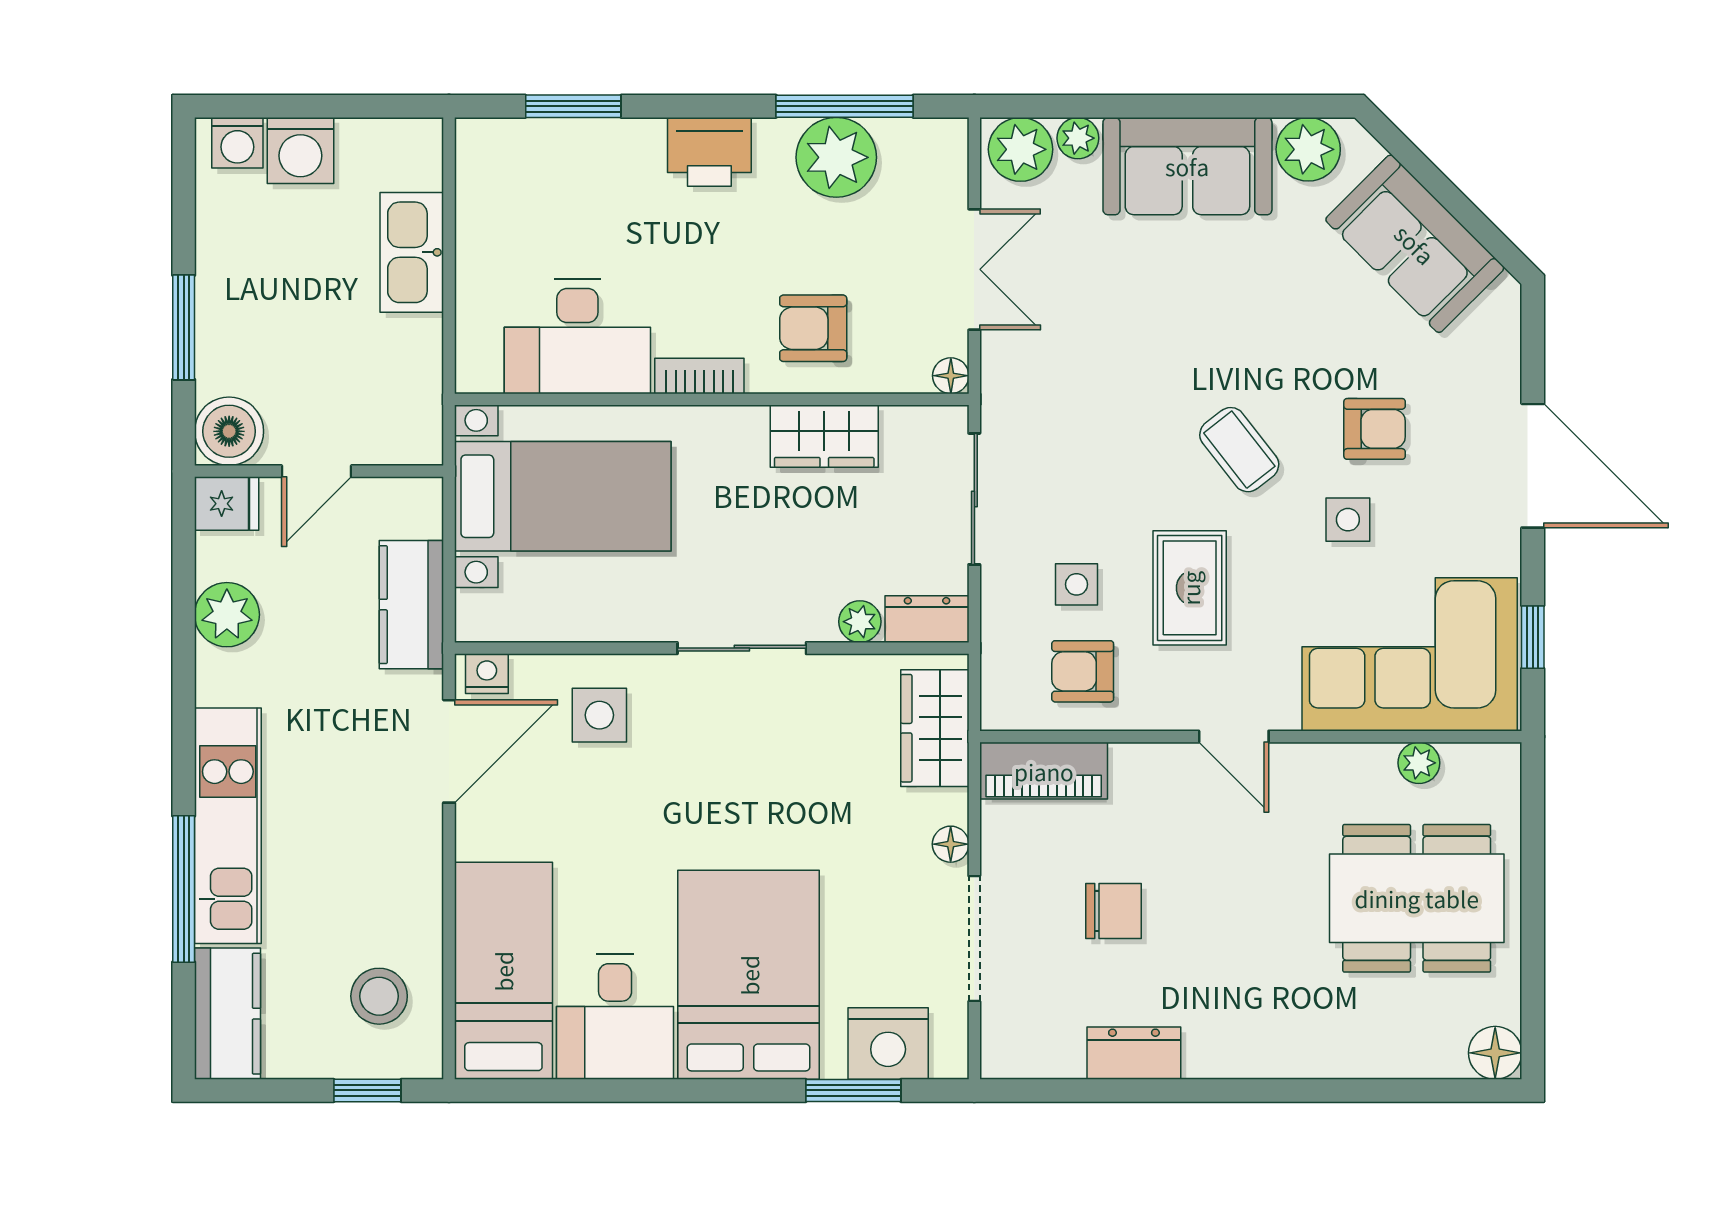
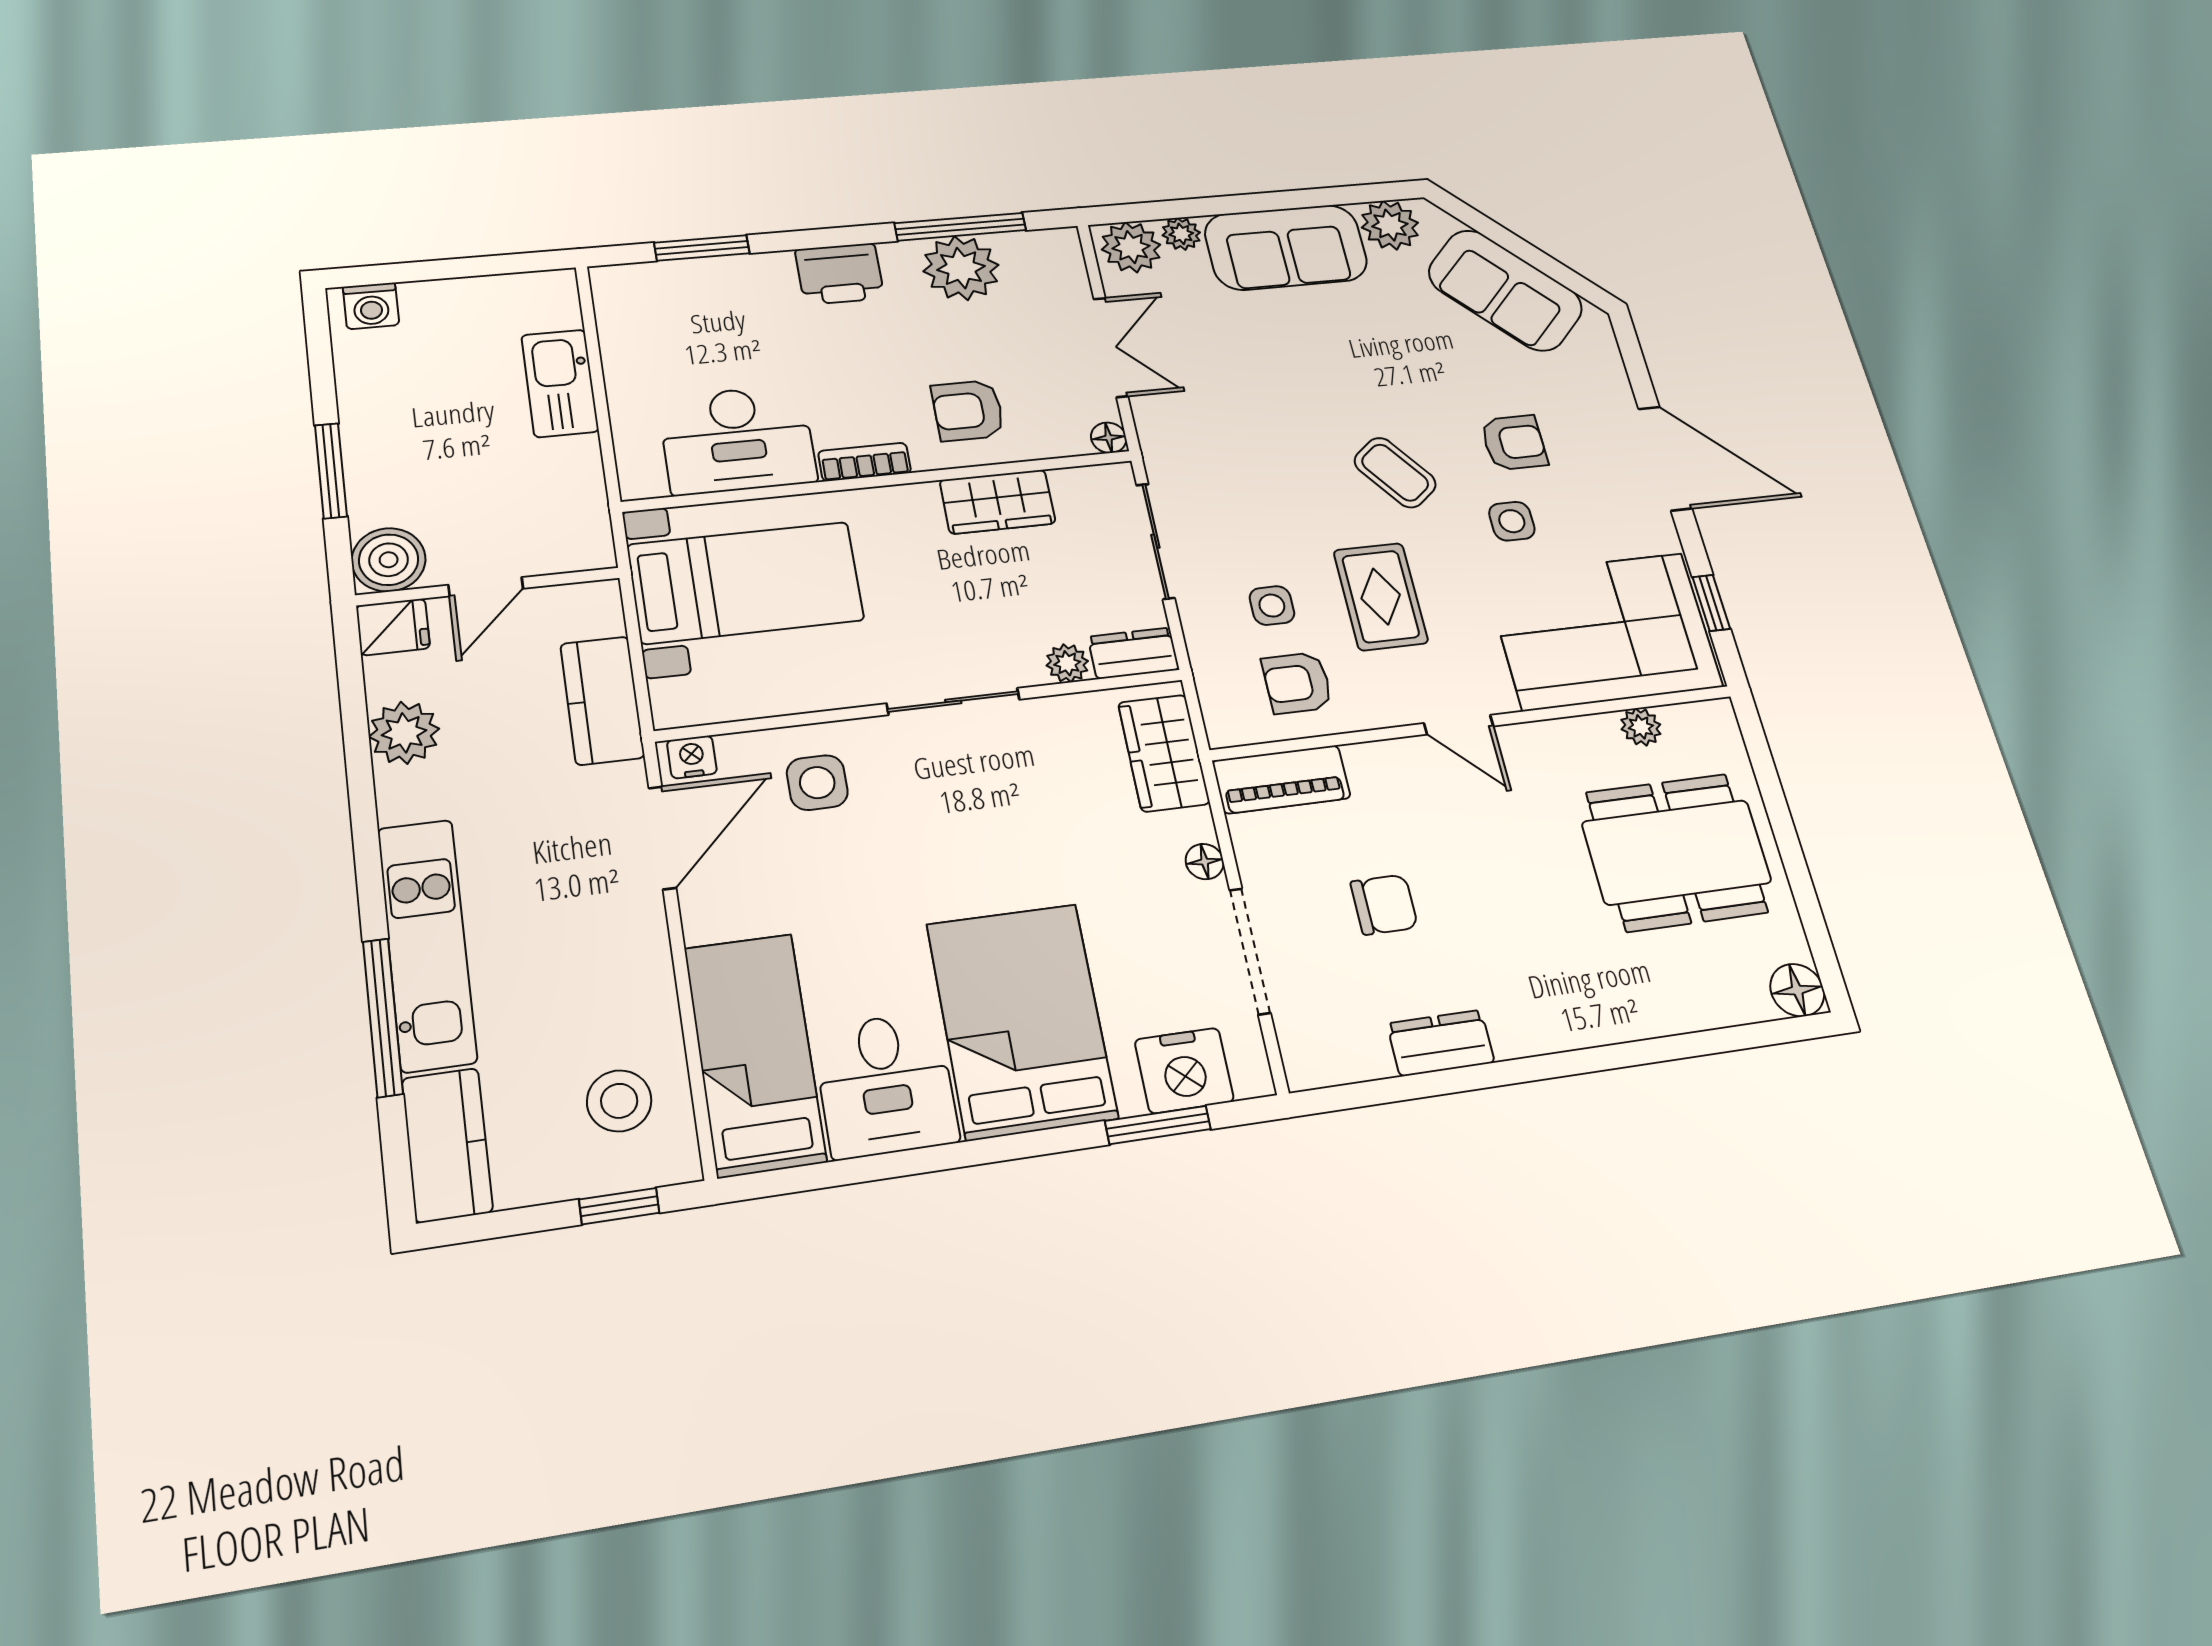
washing machine: (300, 150) -> (436, 307), removed

